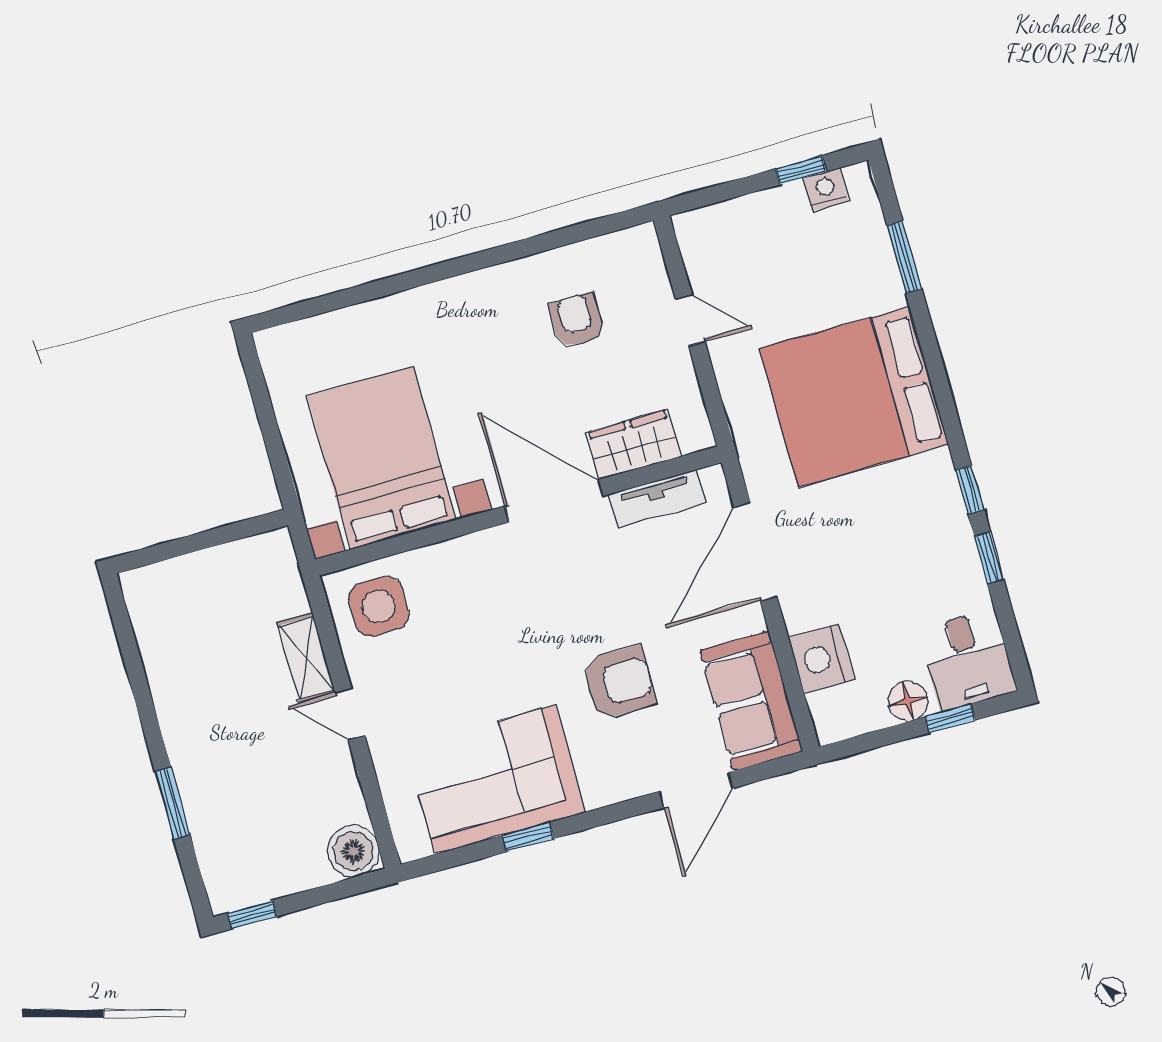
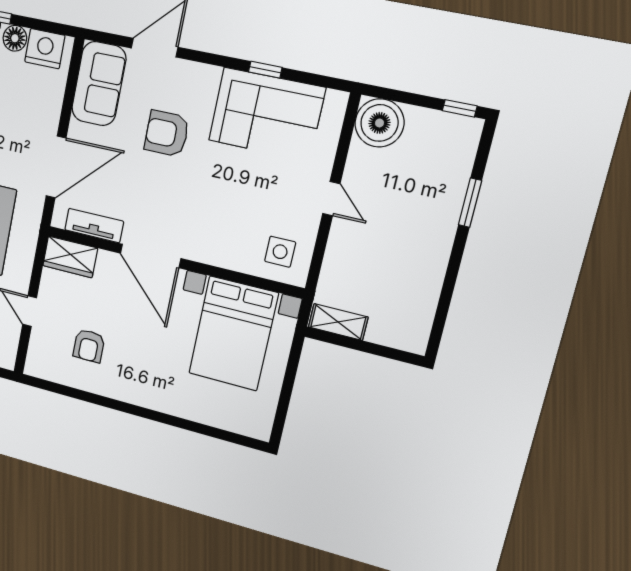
wardrobe: (633, 445) -> (70, 257), moved
side table: (379, 606) -> (280, 252), width x0.73, depth x0.73
shelving: (306, 658) -> (338, 322), moved, turned 90
nightstand: (821, 658) -> (45, 49), moved, turned -90
boiler: (353, 851) -> (379, 123), width x1.37, depth x1.37

